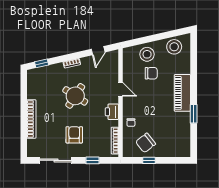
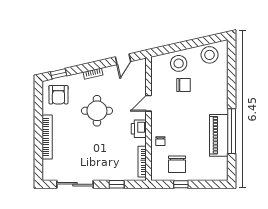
door: (120, 89) -> (148, 103), swing flipped
piano: (182, 93) -> (219, 135), moved
round table: (75, 96) -> (97, 111), turned -33
window: (194, 114) -> (232, 131), width x2.11
armchair: (74, 135) -> (58, 95), moved, turned 180
chair: (146, 143) -> (177, 164), turned -52

